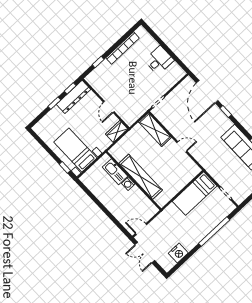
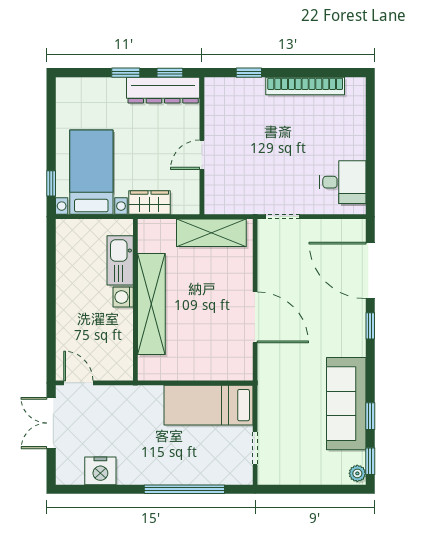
desk: (159, 60) -> (343, 182), moved
door: (207, 92) -> (370, 270), hinge flipped
shelving: (155, 130) -> (211, 233), moved, turned 90
wardrobe: (117, 131) -> (149, 203), moved
door: (182, 147) -> (255, 317), width x1.88

